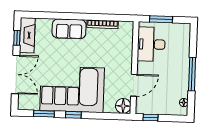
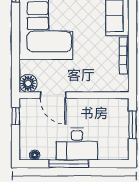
desk: (151, 44) -> (77, 144), moved, turned 180
window: (73, 115) -> (16, 25), removed

